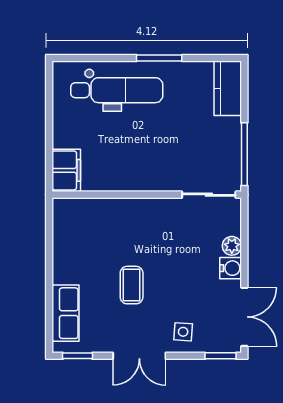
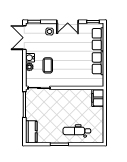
dental chair: (117, 90) -> (77, 131), width x0.73, depth x0.72
row of seats: (66, 255) -> (98, 63), added
coffee table: (132, 285) -> (48, 65), moved
double door: (139, 356) -> (68, 22), swing flipped

